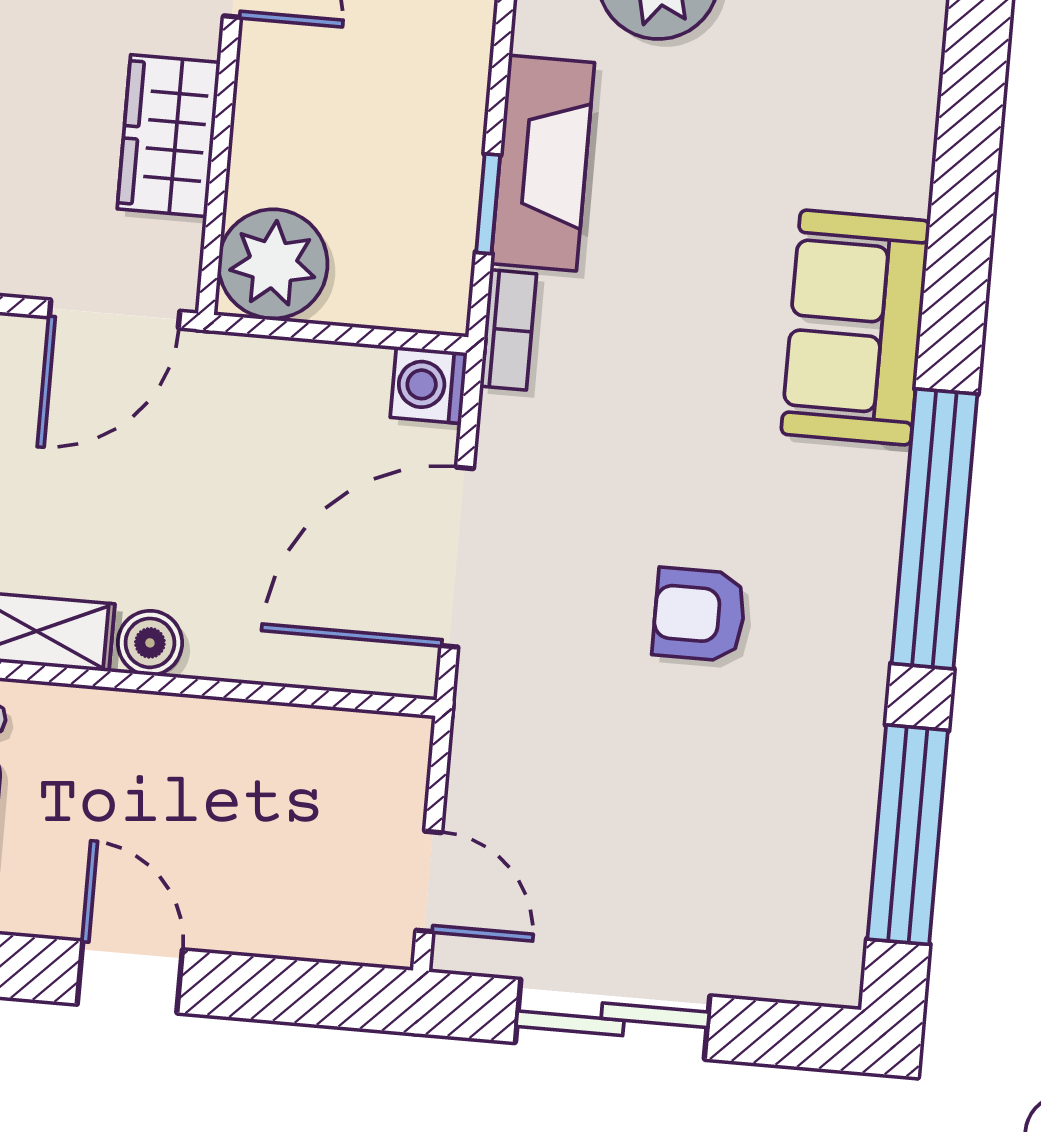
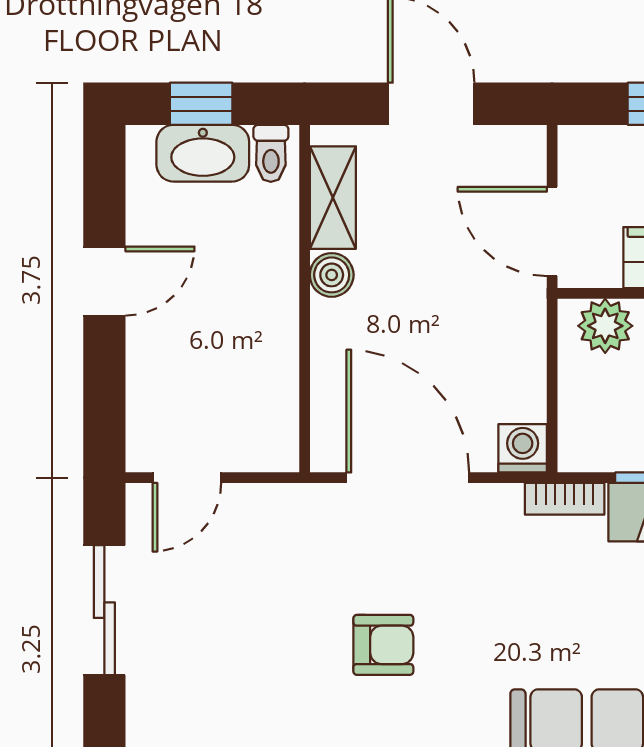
plant: (273, 264) -> (605, 326), width x0.73, depth x0.73
armchair: (699, 615) -> (383, 645), turned 90

